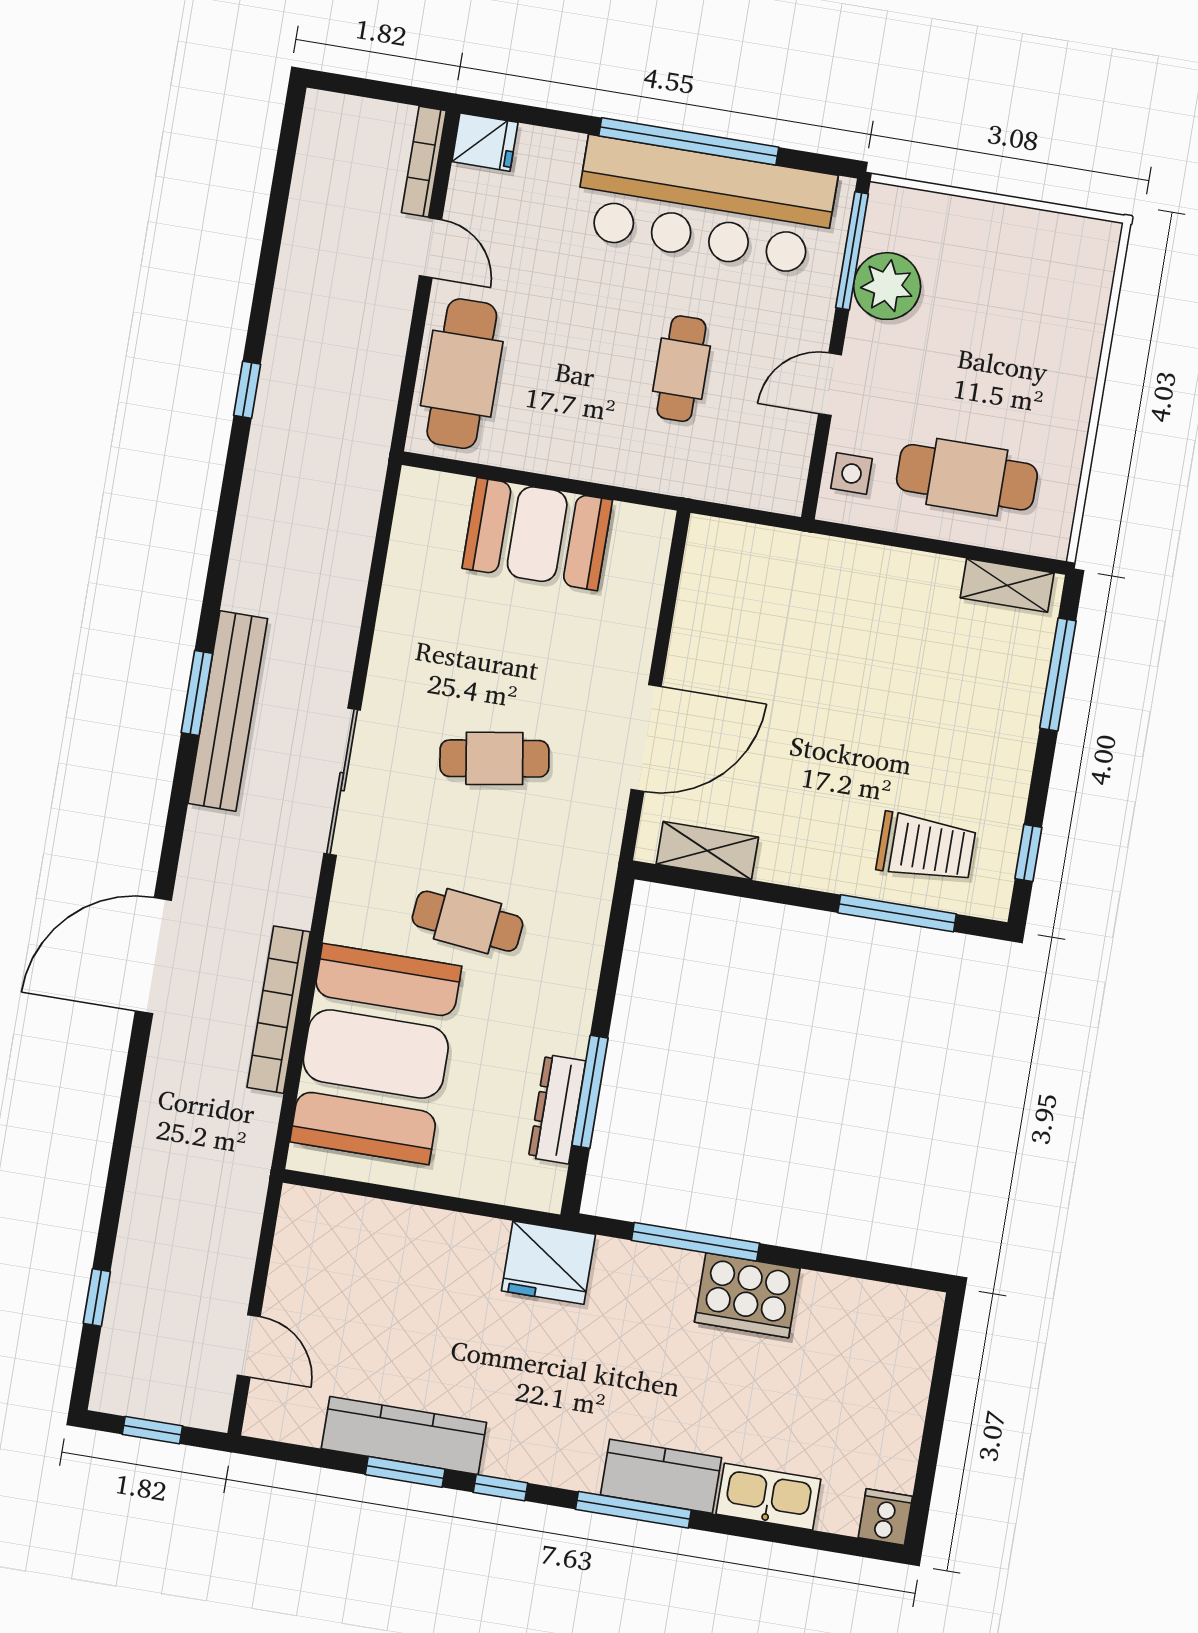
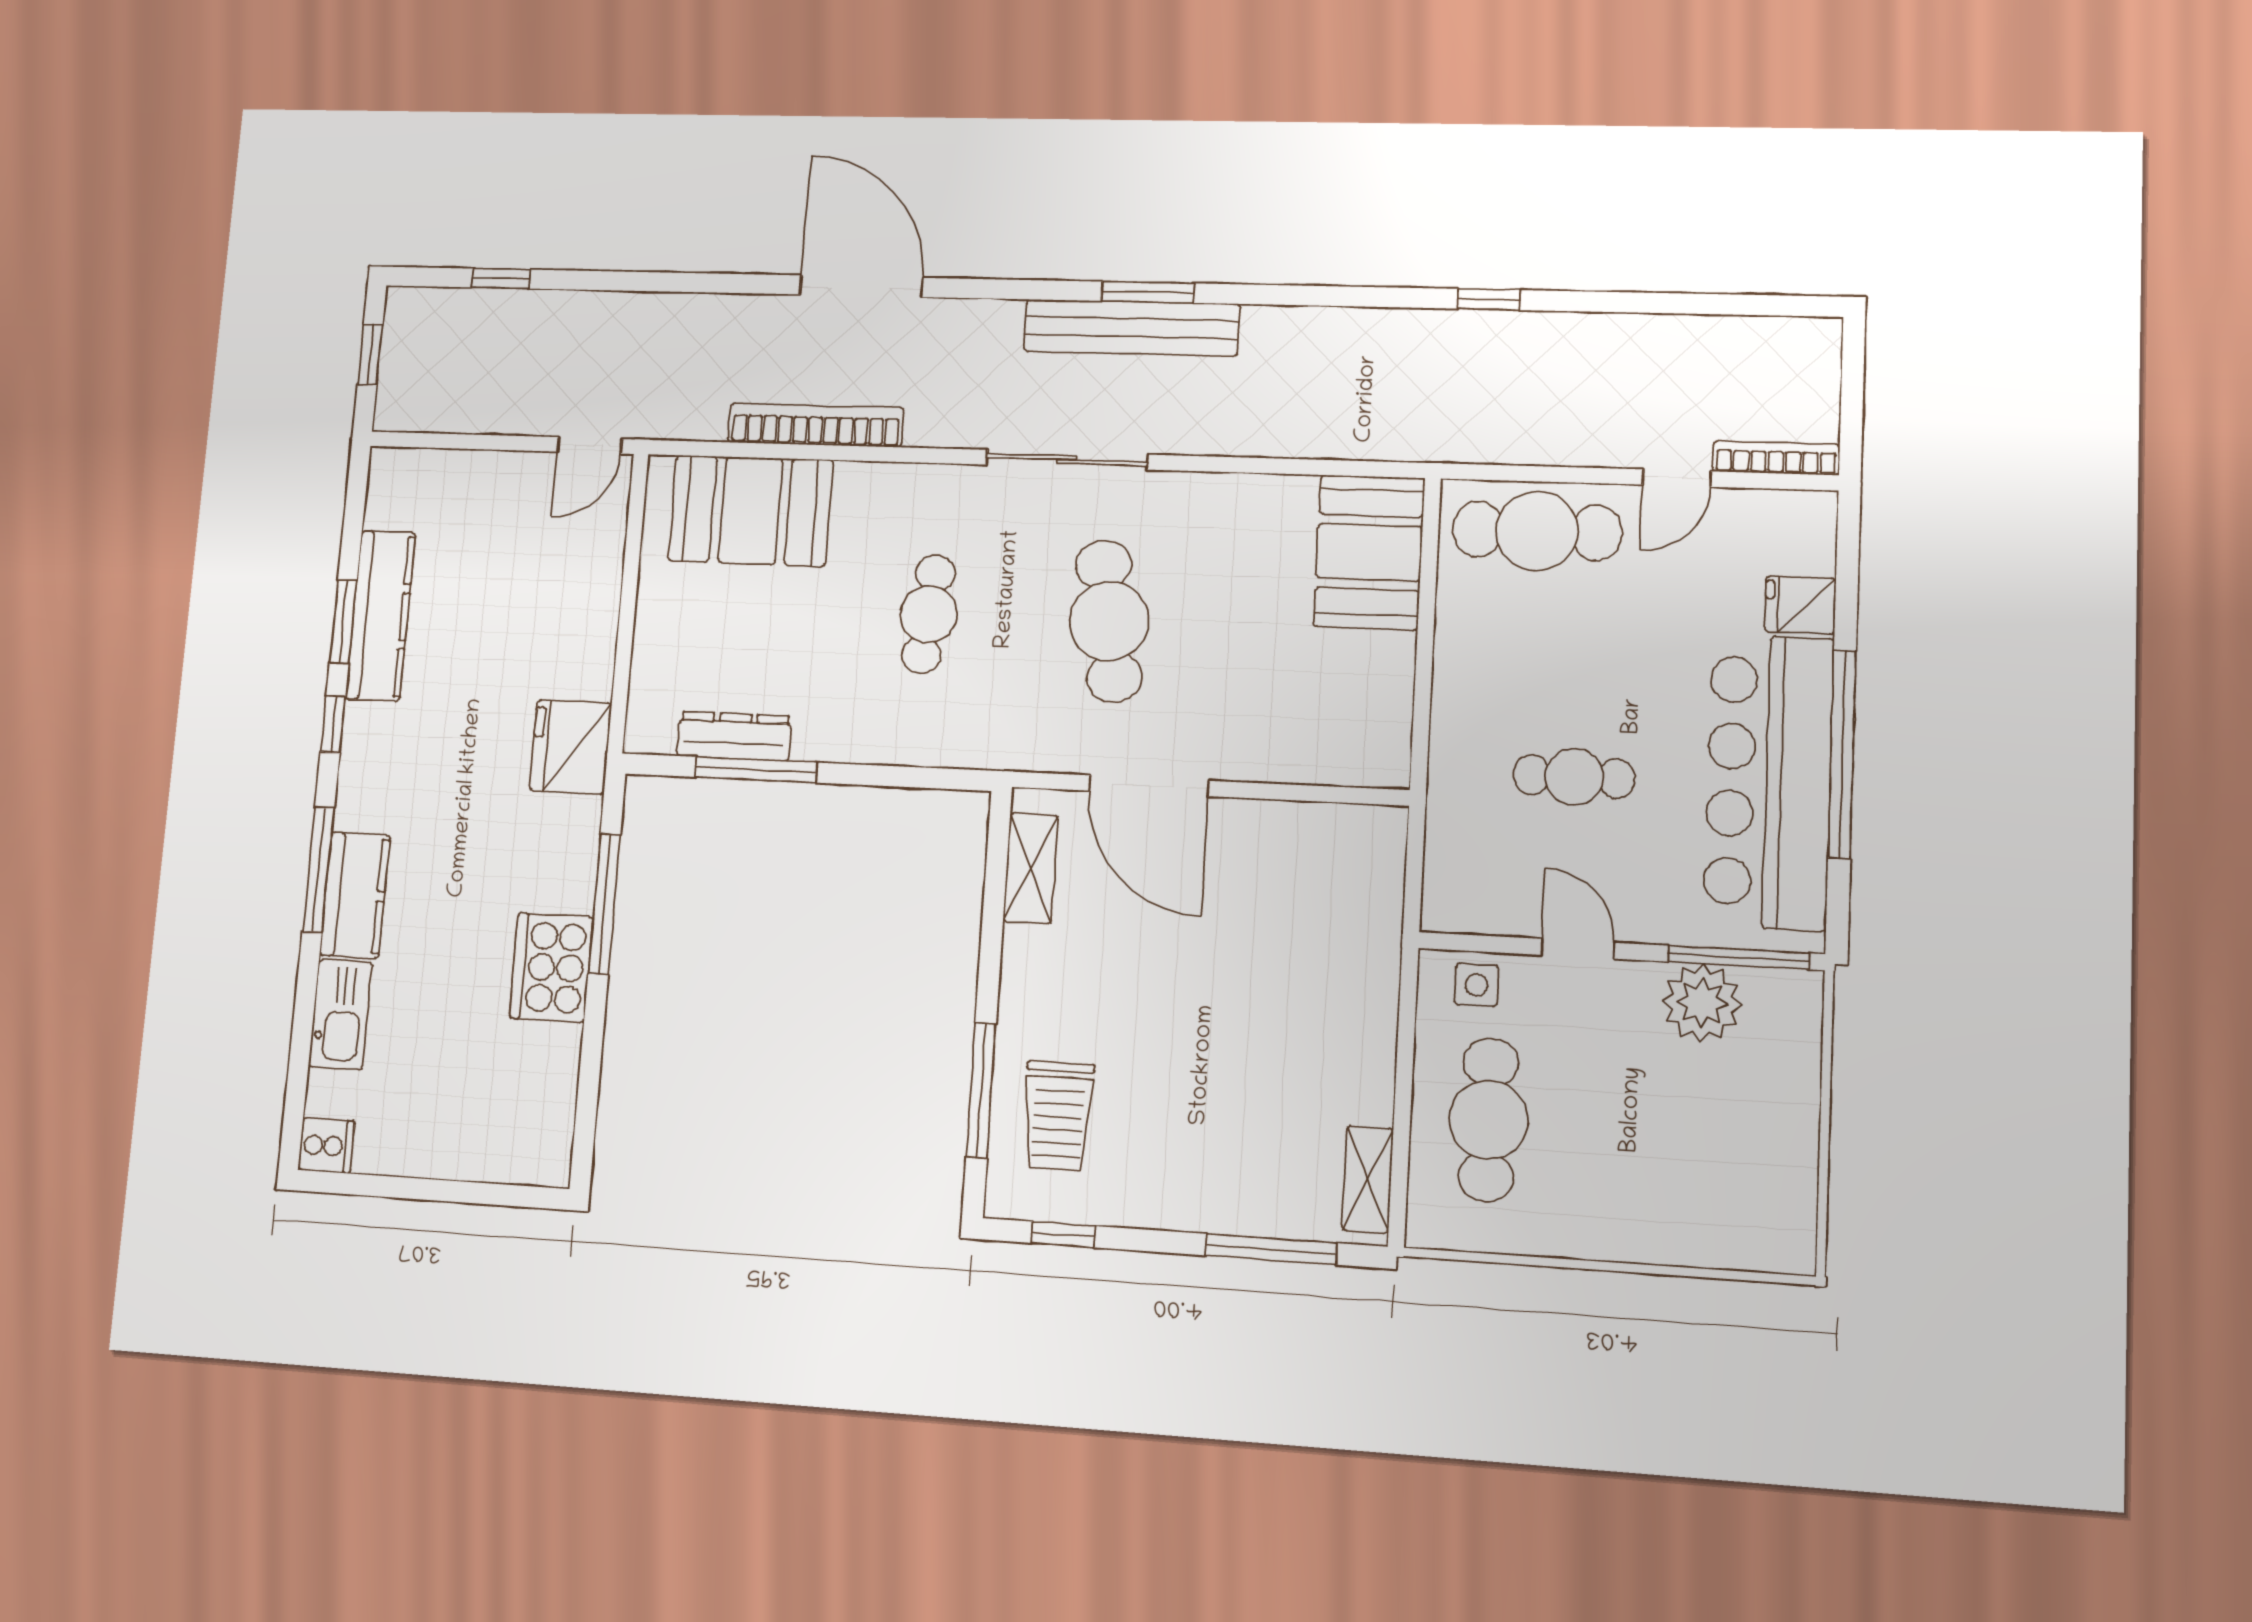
fridge: (485, 142) -> (1800, 605), moved, turned 90
booth: (537, 534) -> (1369, 552), moved
cafe table: (494, 758) -> (1109, 621), width x1.37, depth x1.35
booth: (376, 1054) -> (751, 511), width x0.73, depth x0.70
door: (249, 1346) -> (589, 445), moved

